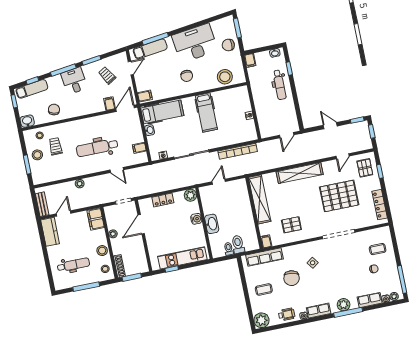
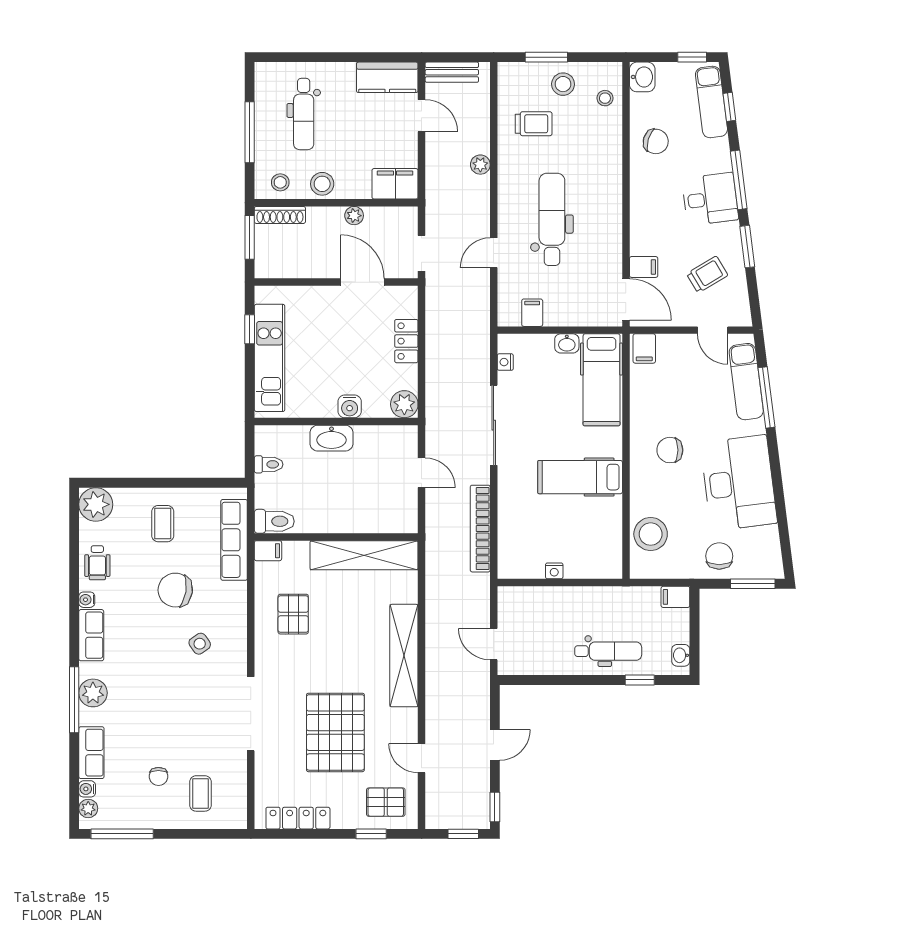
dental chair: (279, 85) -> (608, 651), turned 180
trolley: (56, 146) -> (534, 124), moved
toilet: (238, 244) -> (274, 521), moved

